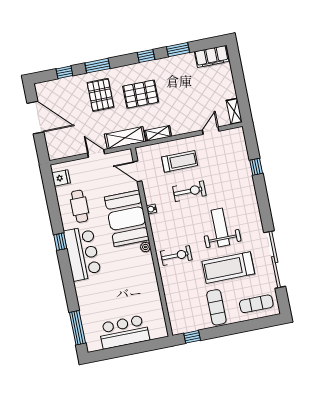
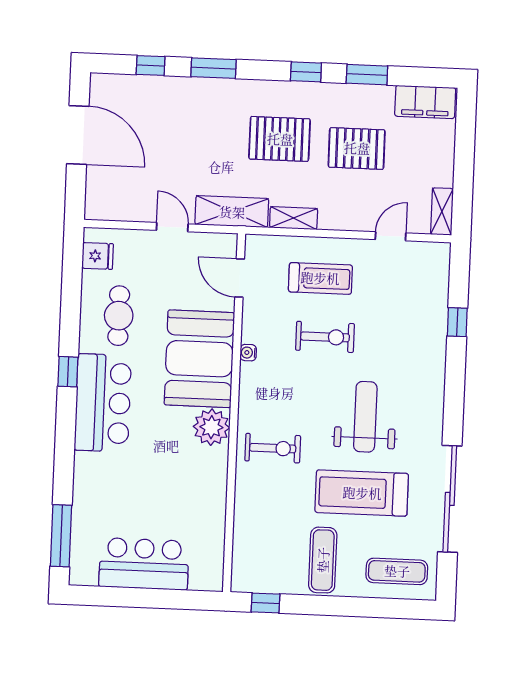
pallet: (100, 95) -> (357, 148), moved, turned 90
plant: (145, 247) -> (211, 427), width x1.87, depth x1.87

